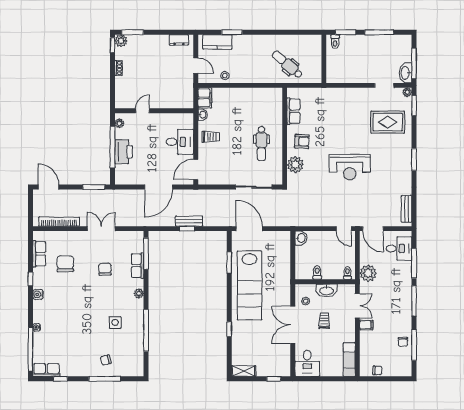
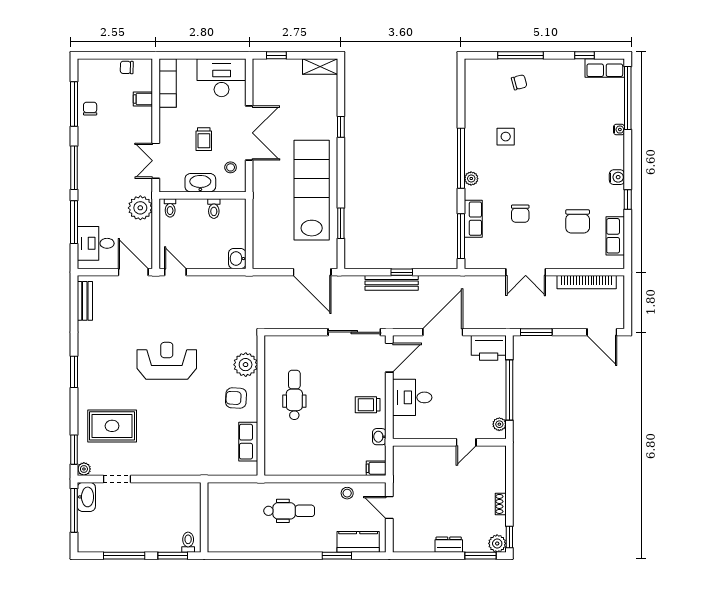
dresser: (179, 40) -> (449, 545), moved
dental chair: (287, 64) -> (289, 511), moved, turned -41
filing cabinet: (205, 98) -> (376, 468), width x0.50
printer: (123, 152) -> (489, 348), moved, turned -90
sliding door: (254, 187) -> (354, 332), moved
bench: (189, 221) -> (392, 283), width x1.36
filing cabinet: (366, 325) -> (143, 99), moved
window: (146, 330) -> (461, 158), moved
desk: (307, 363) -> (222, 78), width x1.37

